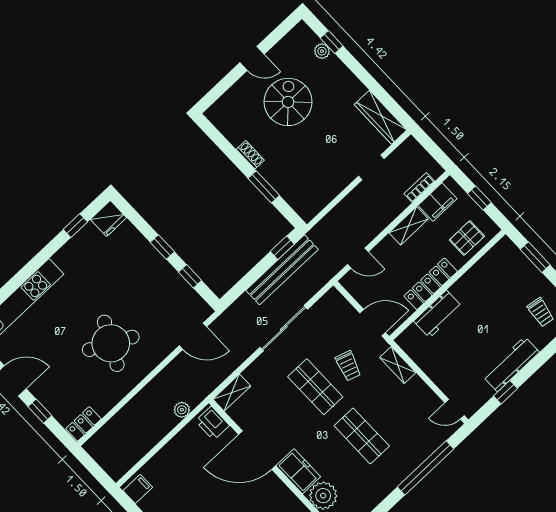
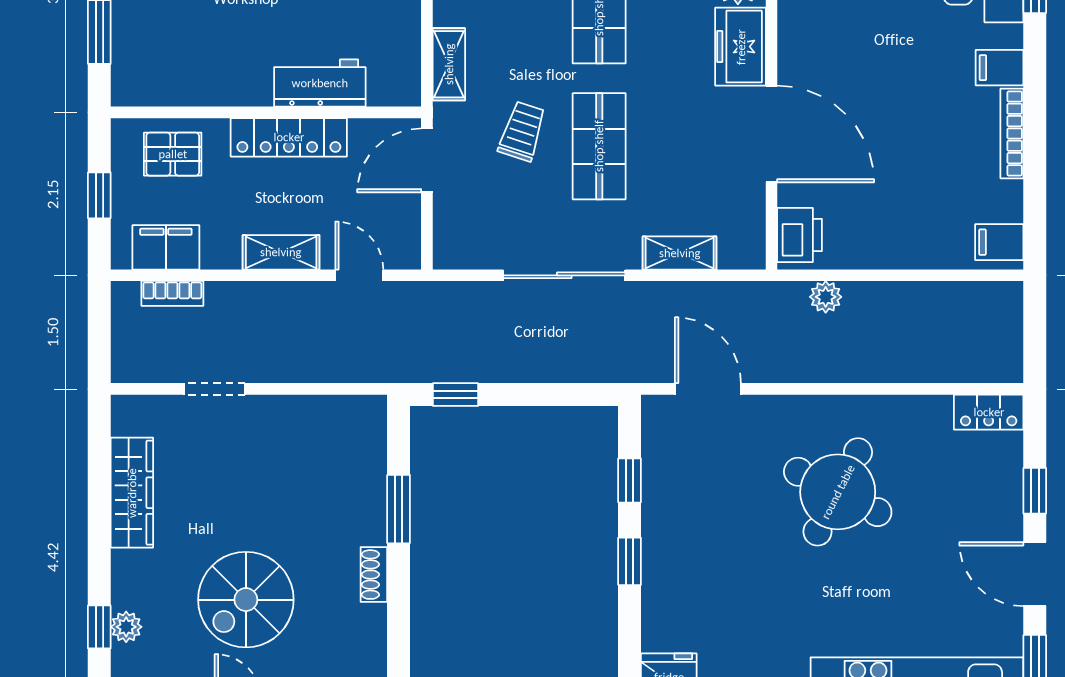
wardrobe: (381, 117) -> (132, 493), moved
shelving: (409, 226) -> (281, 252), moved
bench: (282, 270) -> (486, 363), removed
door: (373, 323) -> (427, 160), hinge flipped
shelving: (232, 393) -> (680, 253), moved

